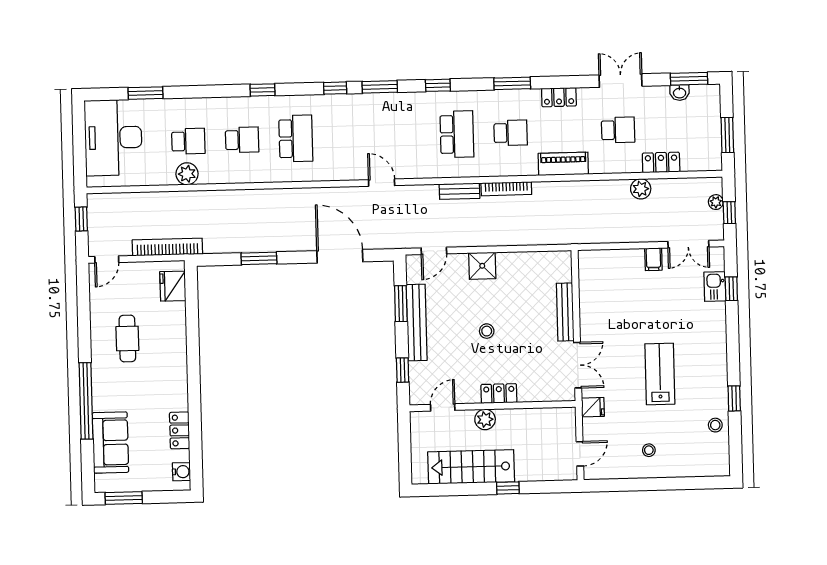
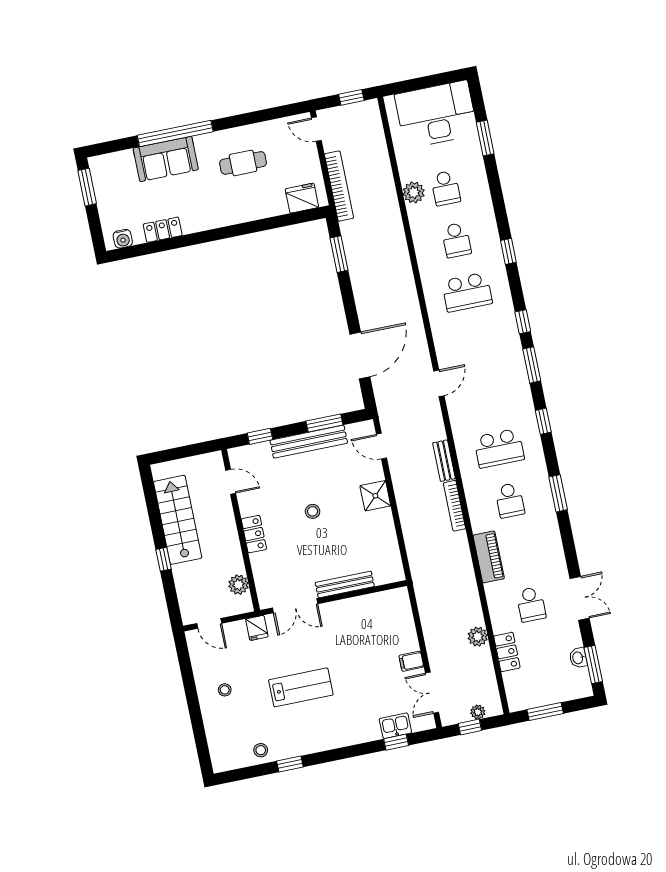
locker: (559, 97) -> (553, 541), removed
window: (259, 258) -> (339, 254), moved
plant: (485, 419) -> (238, 585), moved
sofa: (110, 442) -> (166, 159), moved

